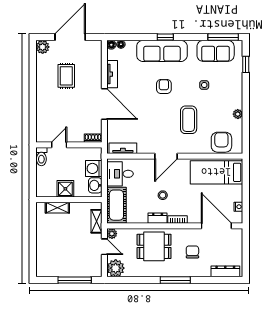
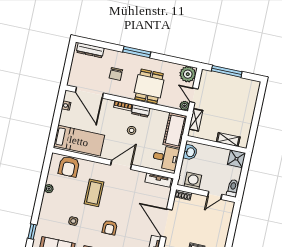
washing machine: (94, 168) -> (193, 181), moved, turned -90
shower: (65, 189) -> (236, 159), moved
dining table: (154, 246) -> (149, 86), turned 90

